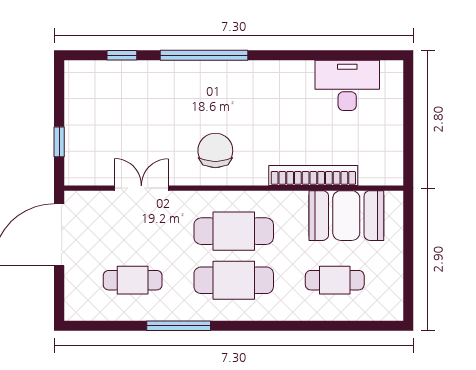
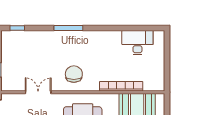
window: (122, 55) -> (17, 28), moved
window: (204, 55) -> (68, 28), width x0.68

